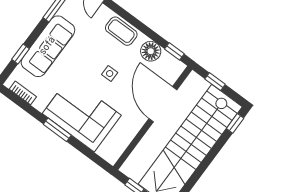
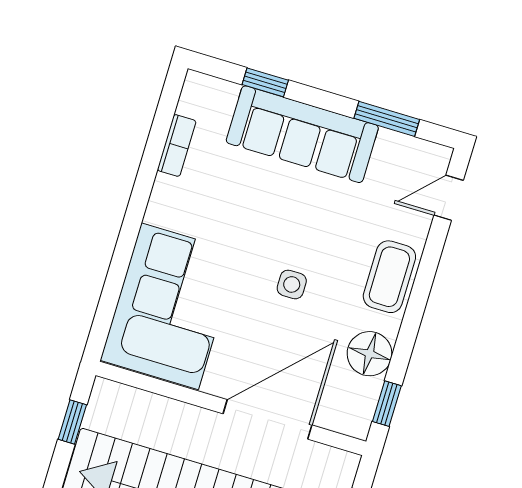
bookcase: (23, 93) -> (177, 145), moved
corner sofa: (82, 114) -> (170, 306), moved
window: (57, 130) -> (134, 217), removed

